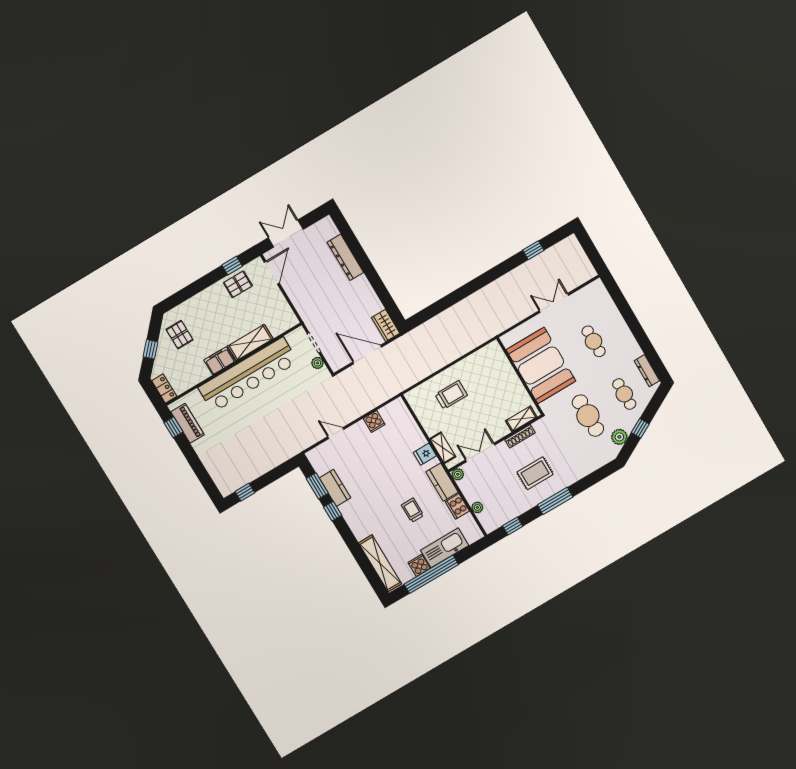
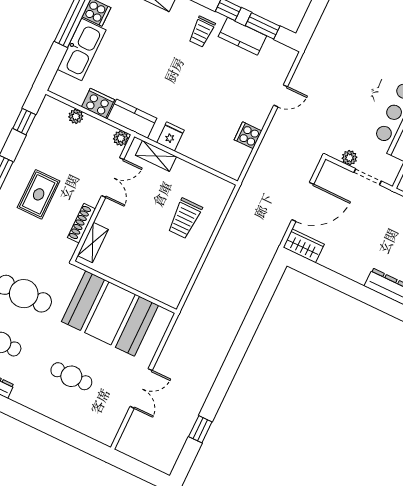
trolley: (412, 510) -> (202, 32), moved, turned 90

